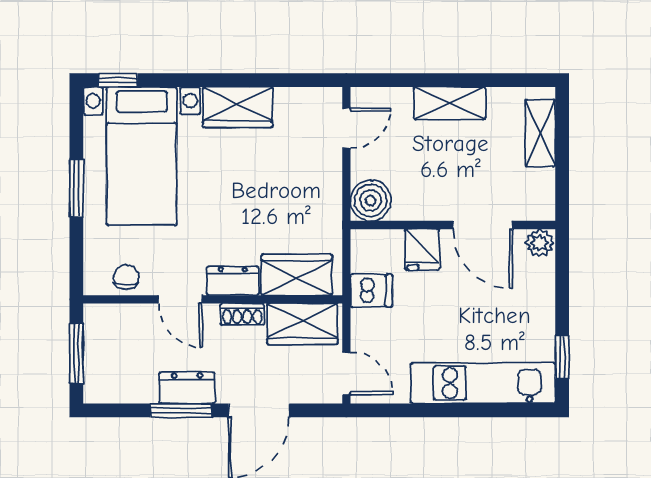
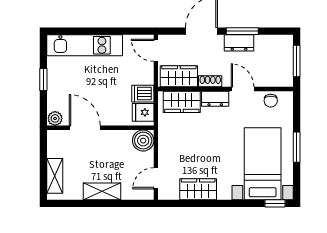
wardrobe: (238, 107) -> (198, 189), moved
fridge: (422, 249) -> (143, 112), moved, turned -90
window: (562, 357) -> (43, 80), moved

